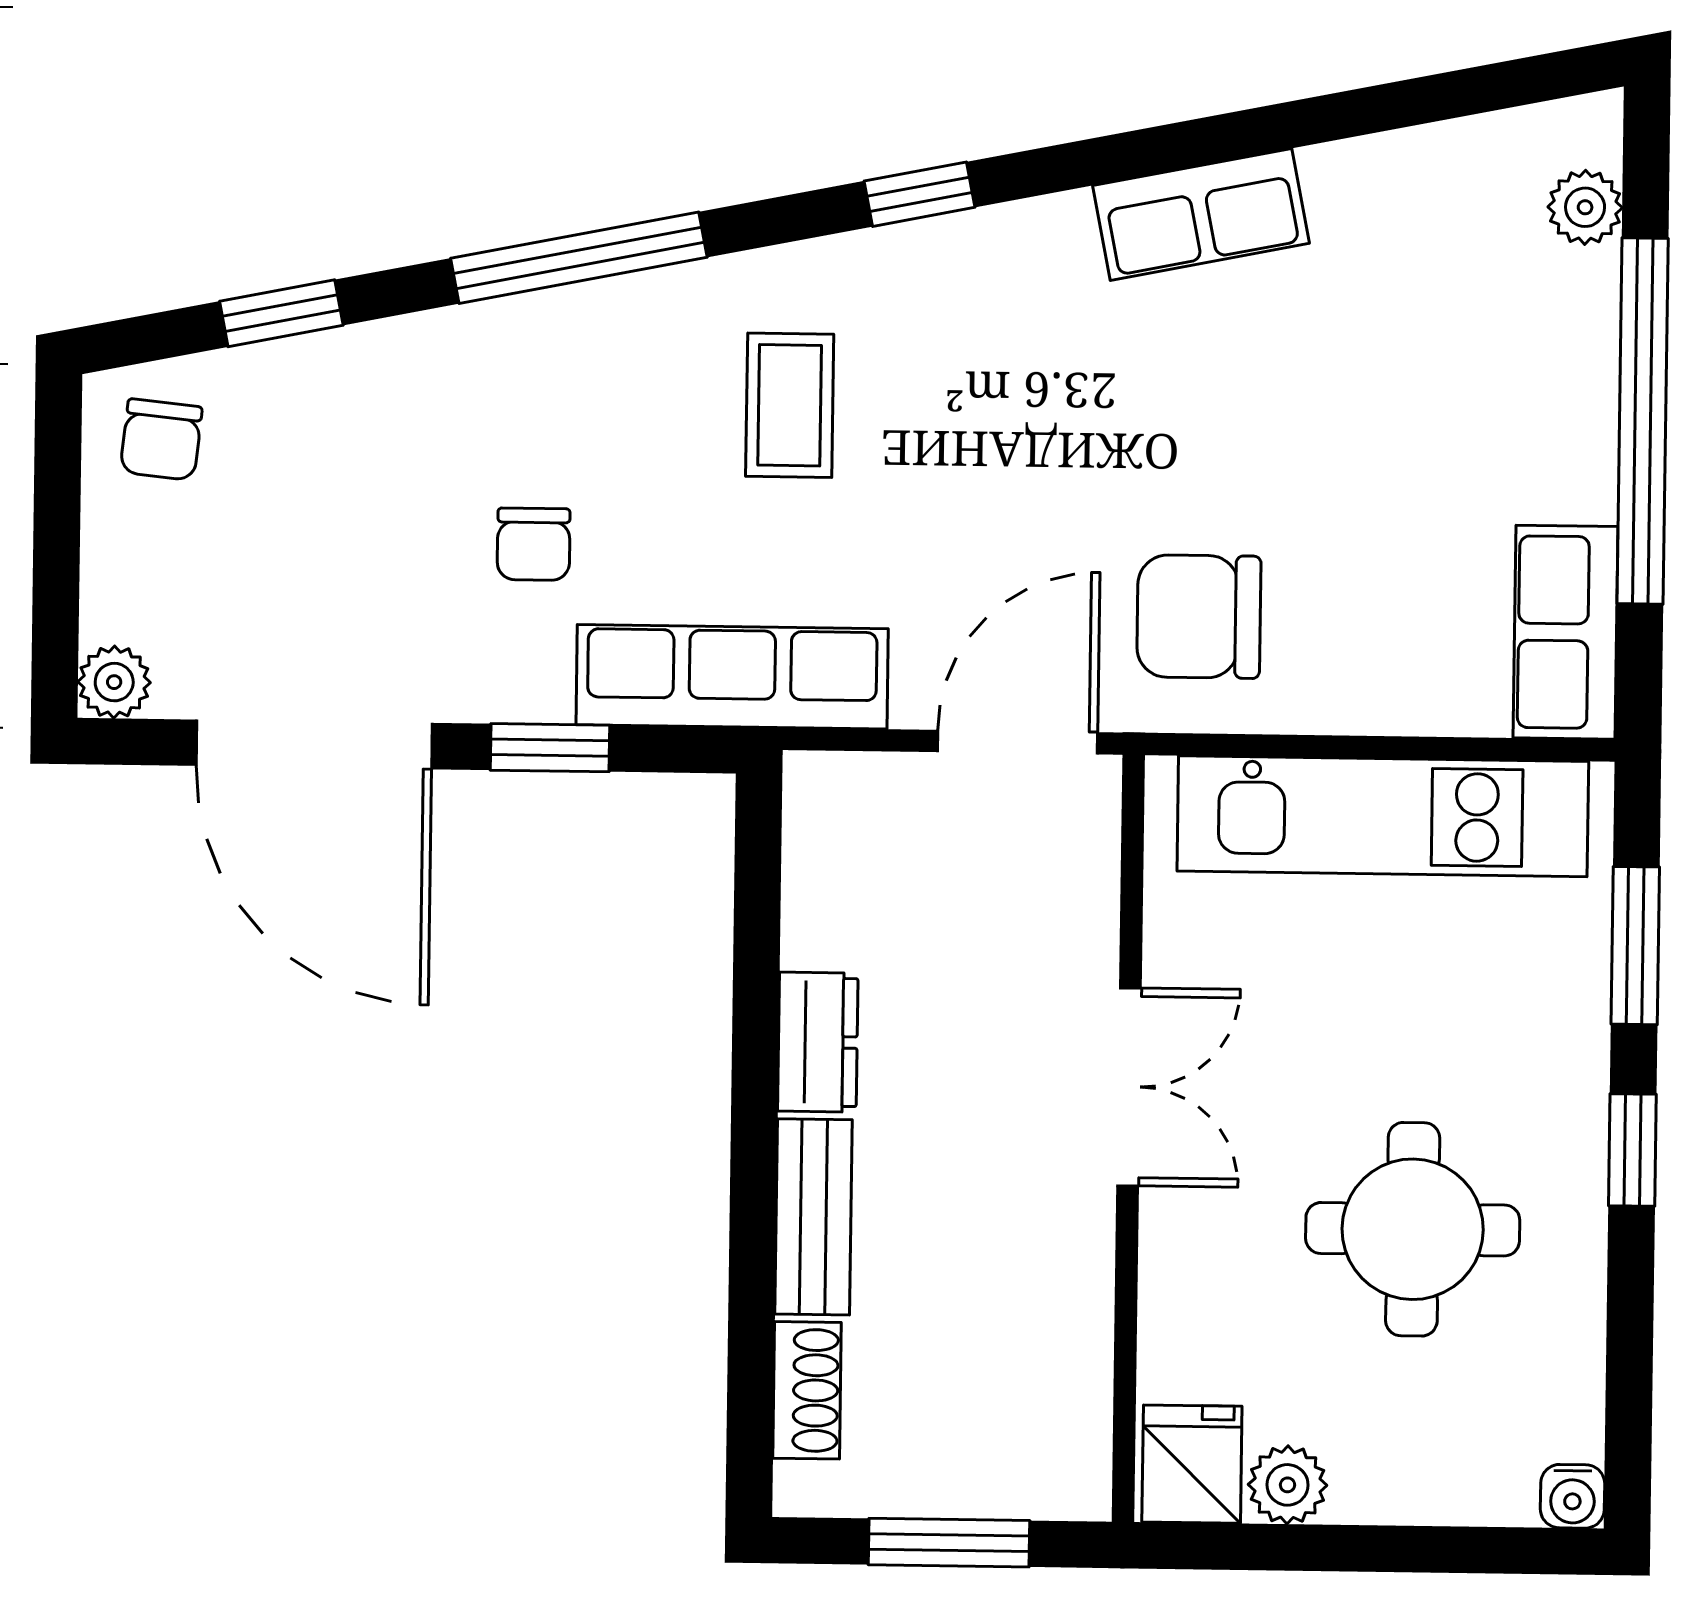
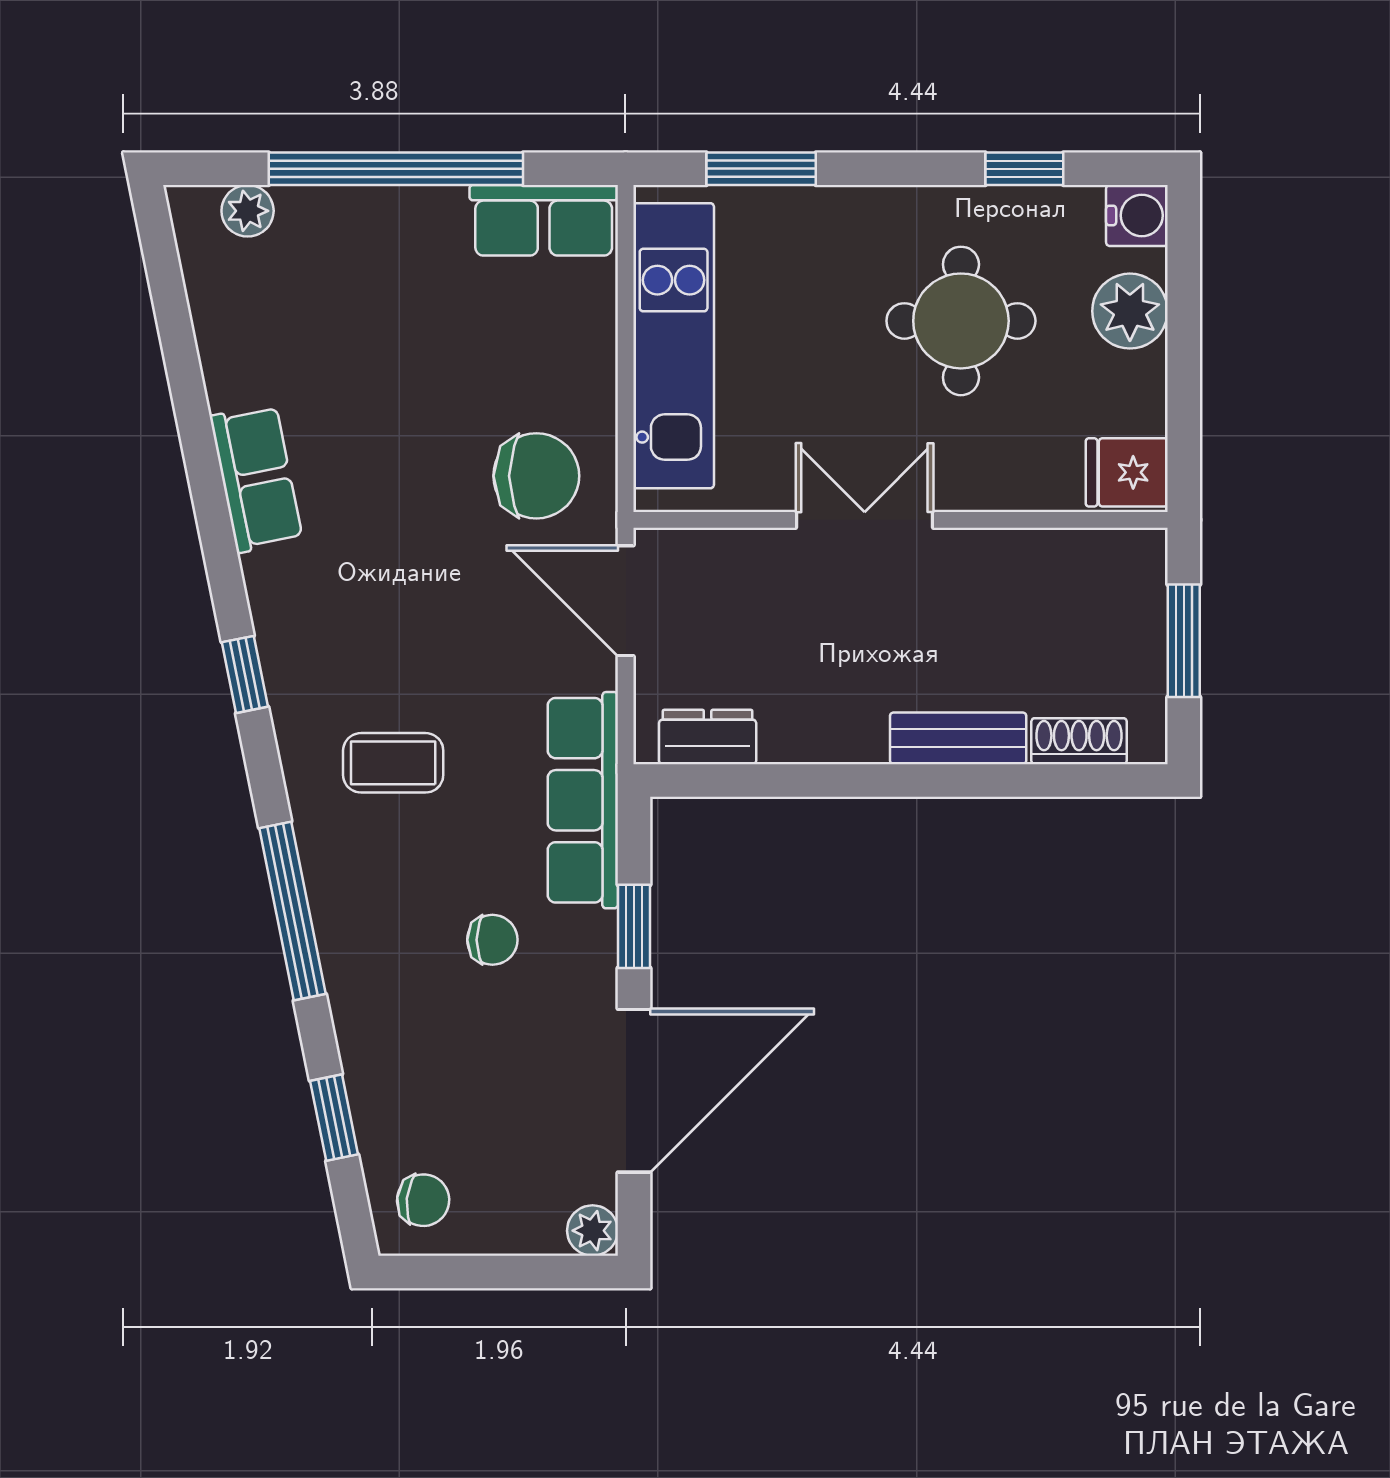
chair: (1199, 617) -> (536, 476), turned -90
dresser: (818, 1042) -> (708, 737), moved
window: (1632, 1150) -> (1024, 169), moved
plant: (1288, 1485) -> (1130, 311), moved, width x1.38, depth x1.38
water cooler: (1573, 1496) -> (1137, 215), width x1.38, depth x1.38

